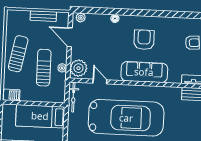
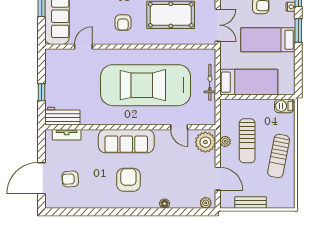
armchair: (144, 40) -> (128, 180), turned 180
bicycle: (73, 97) -> (210, 82), moved

